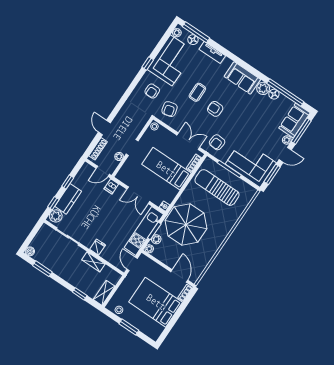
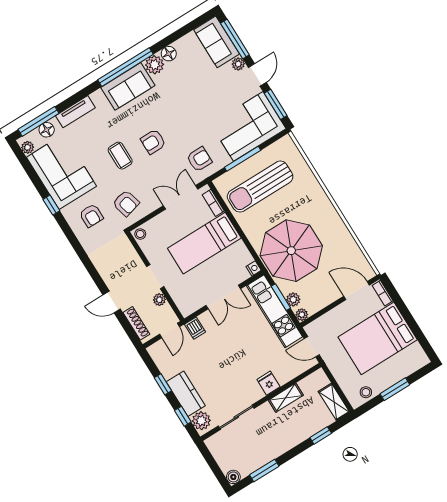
window: (285, 93) -> (126, 67), moved
armchair: (217, 142) -> (199, 159), turned -95

